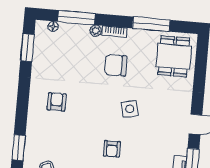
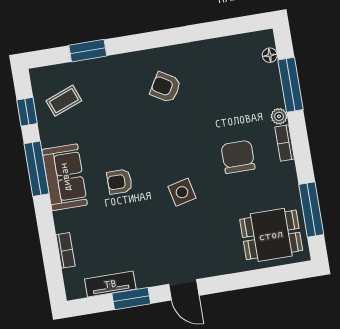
window: (151, 24) -> (311, 209), moved
window: (27, 48) -> (231, 27), removed
armchair: (57, 102) -> (165, 87), turned -149

